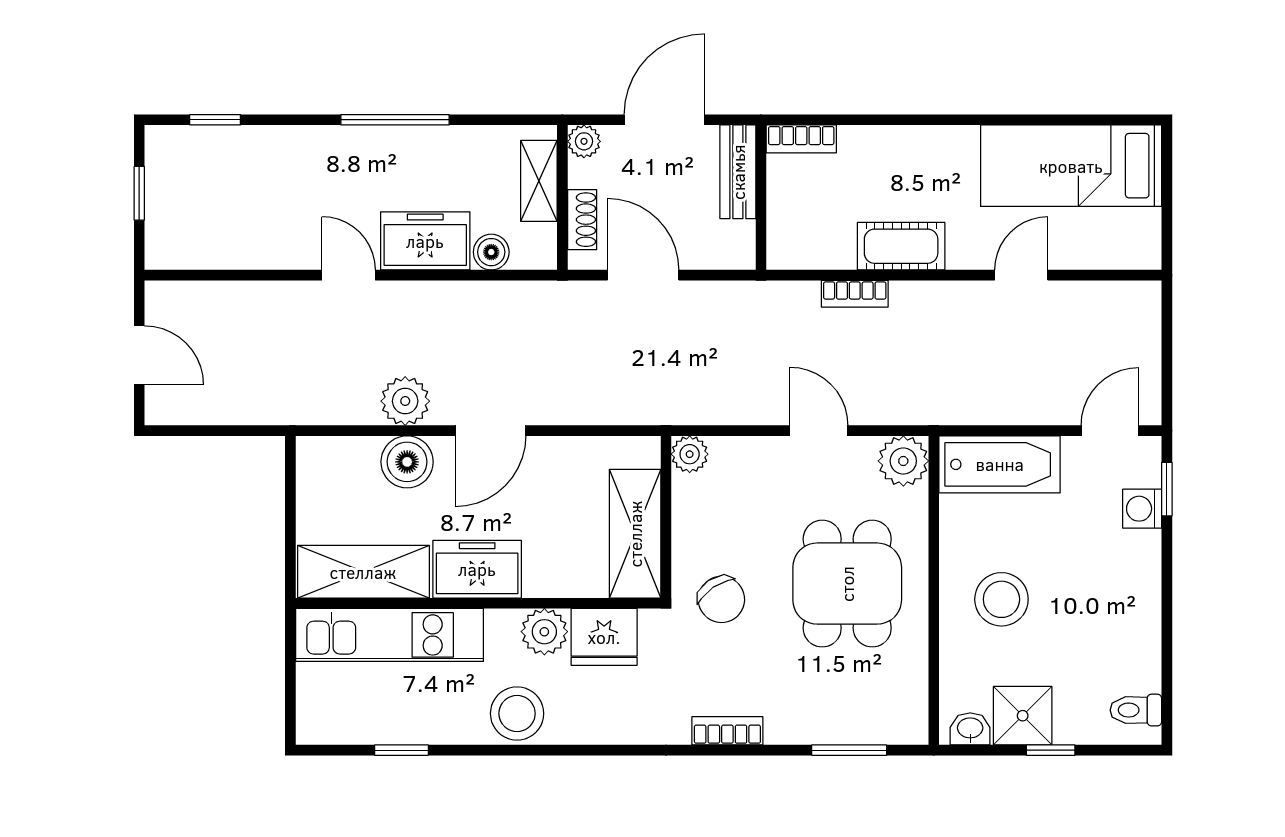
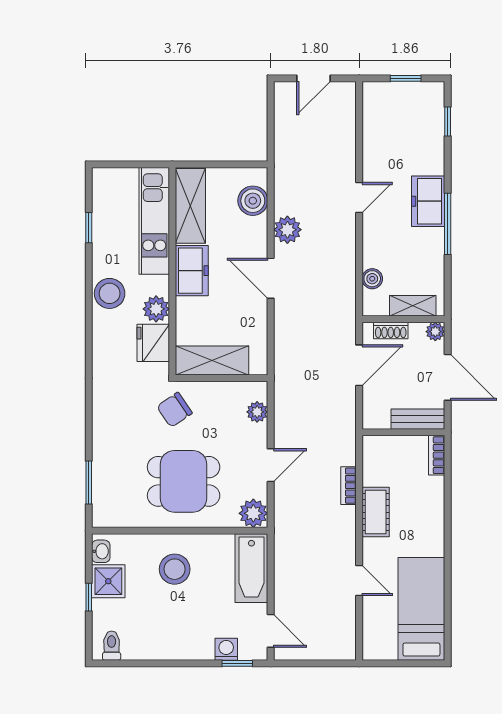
freezer: (425, 241) -> (428, 201), moved, turned 180
plant: (690, 454) -> (257, 412), moved
boiler: (407, 462) -> (253, 201), moved
bookcase: (727, 731) -> (100, 413), removed

